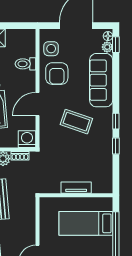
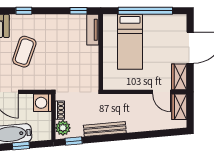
window: (116, 146) -> (79, 11), moved
tv unit: (76, 188) -> (93, 30), moved

